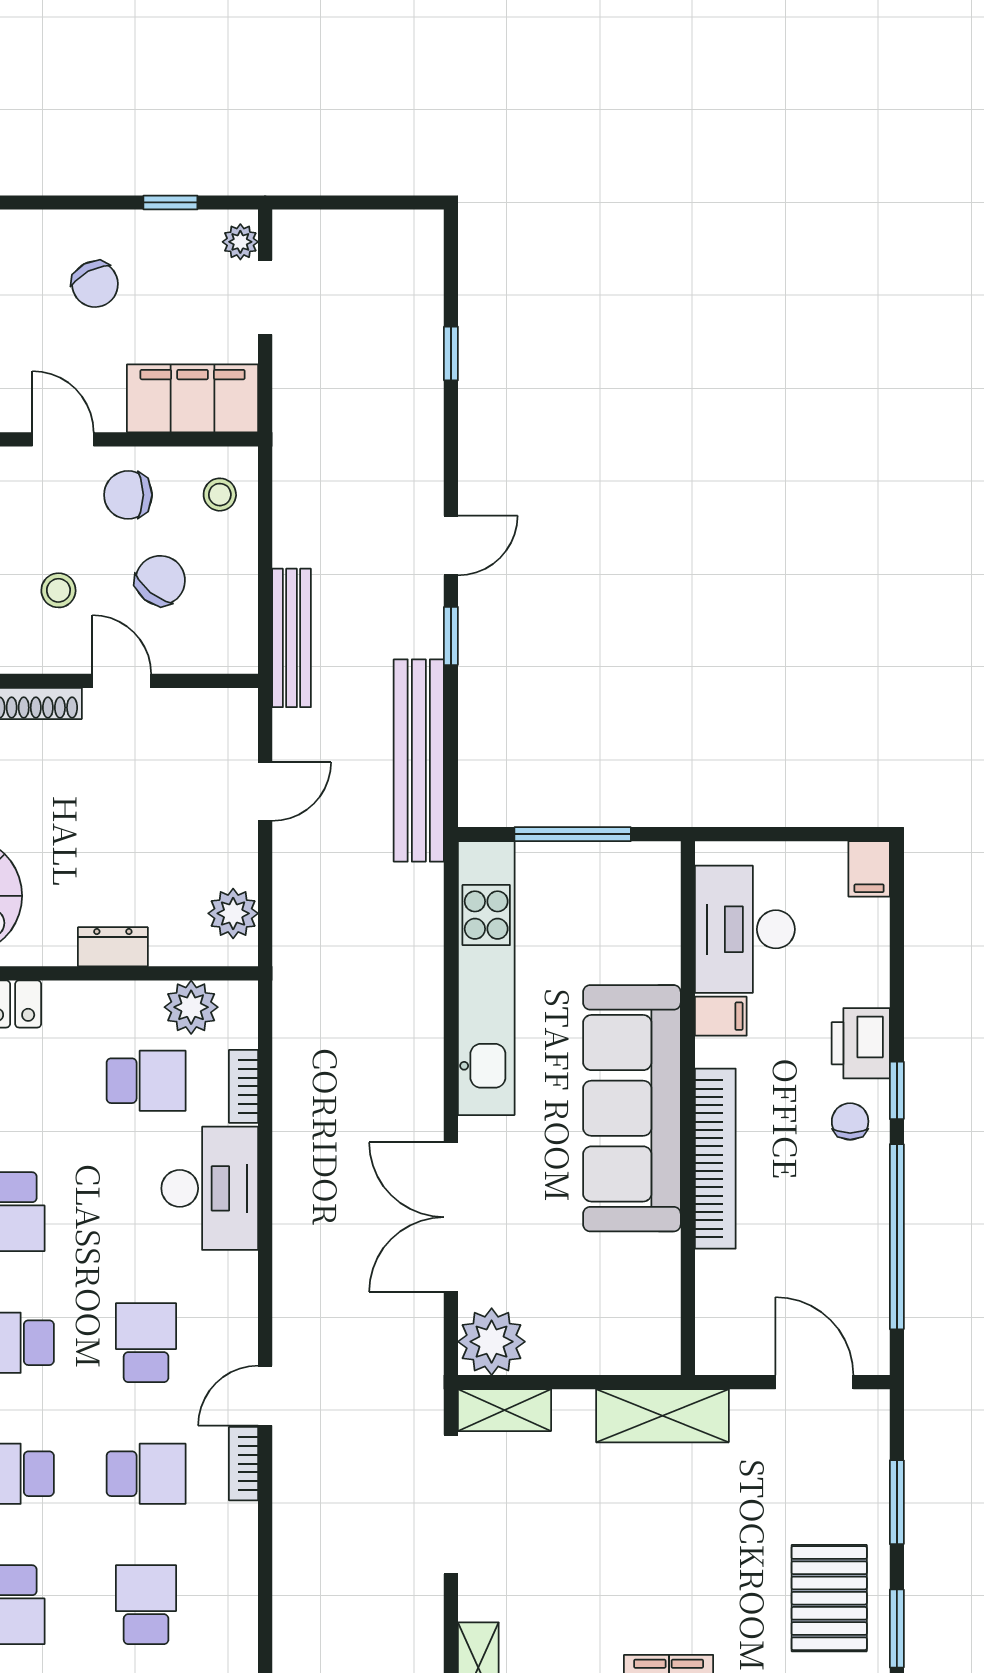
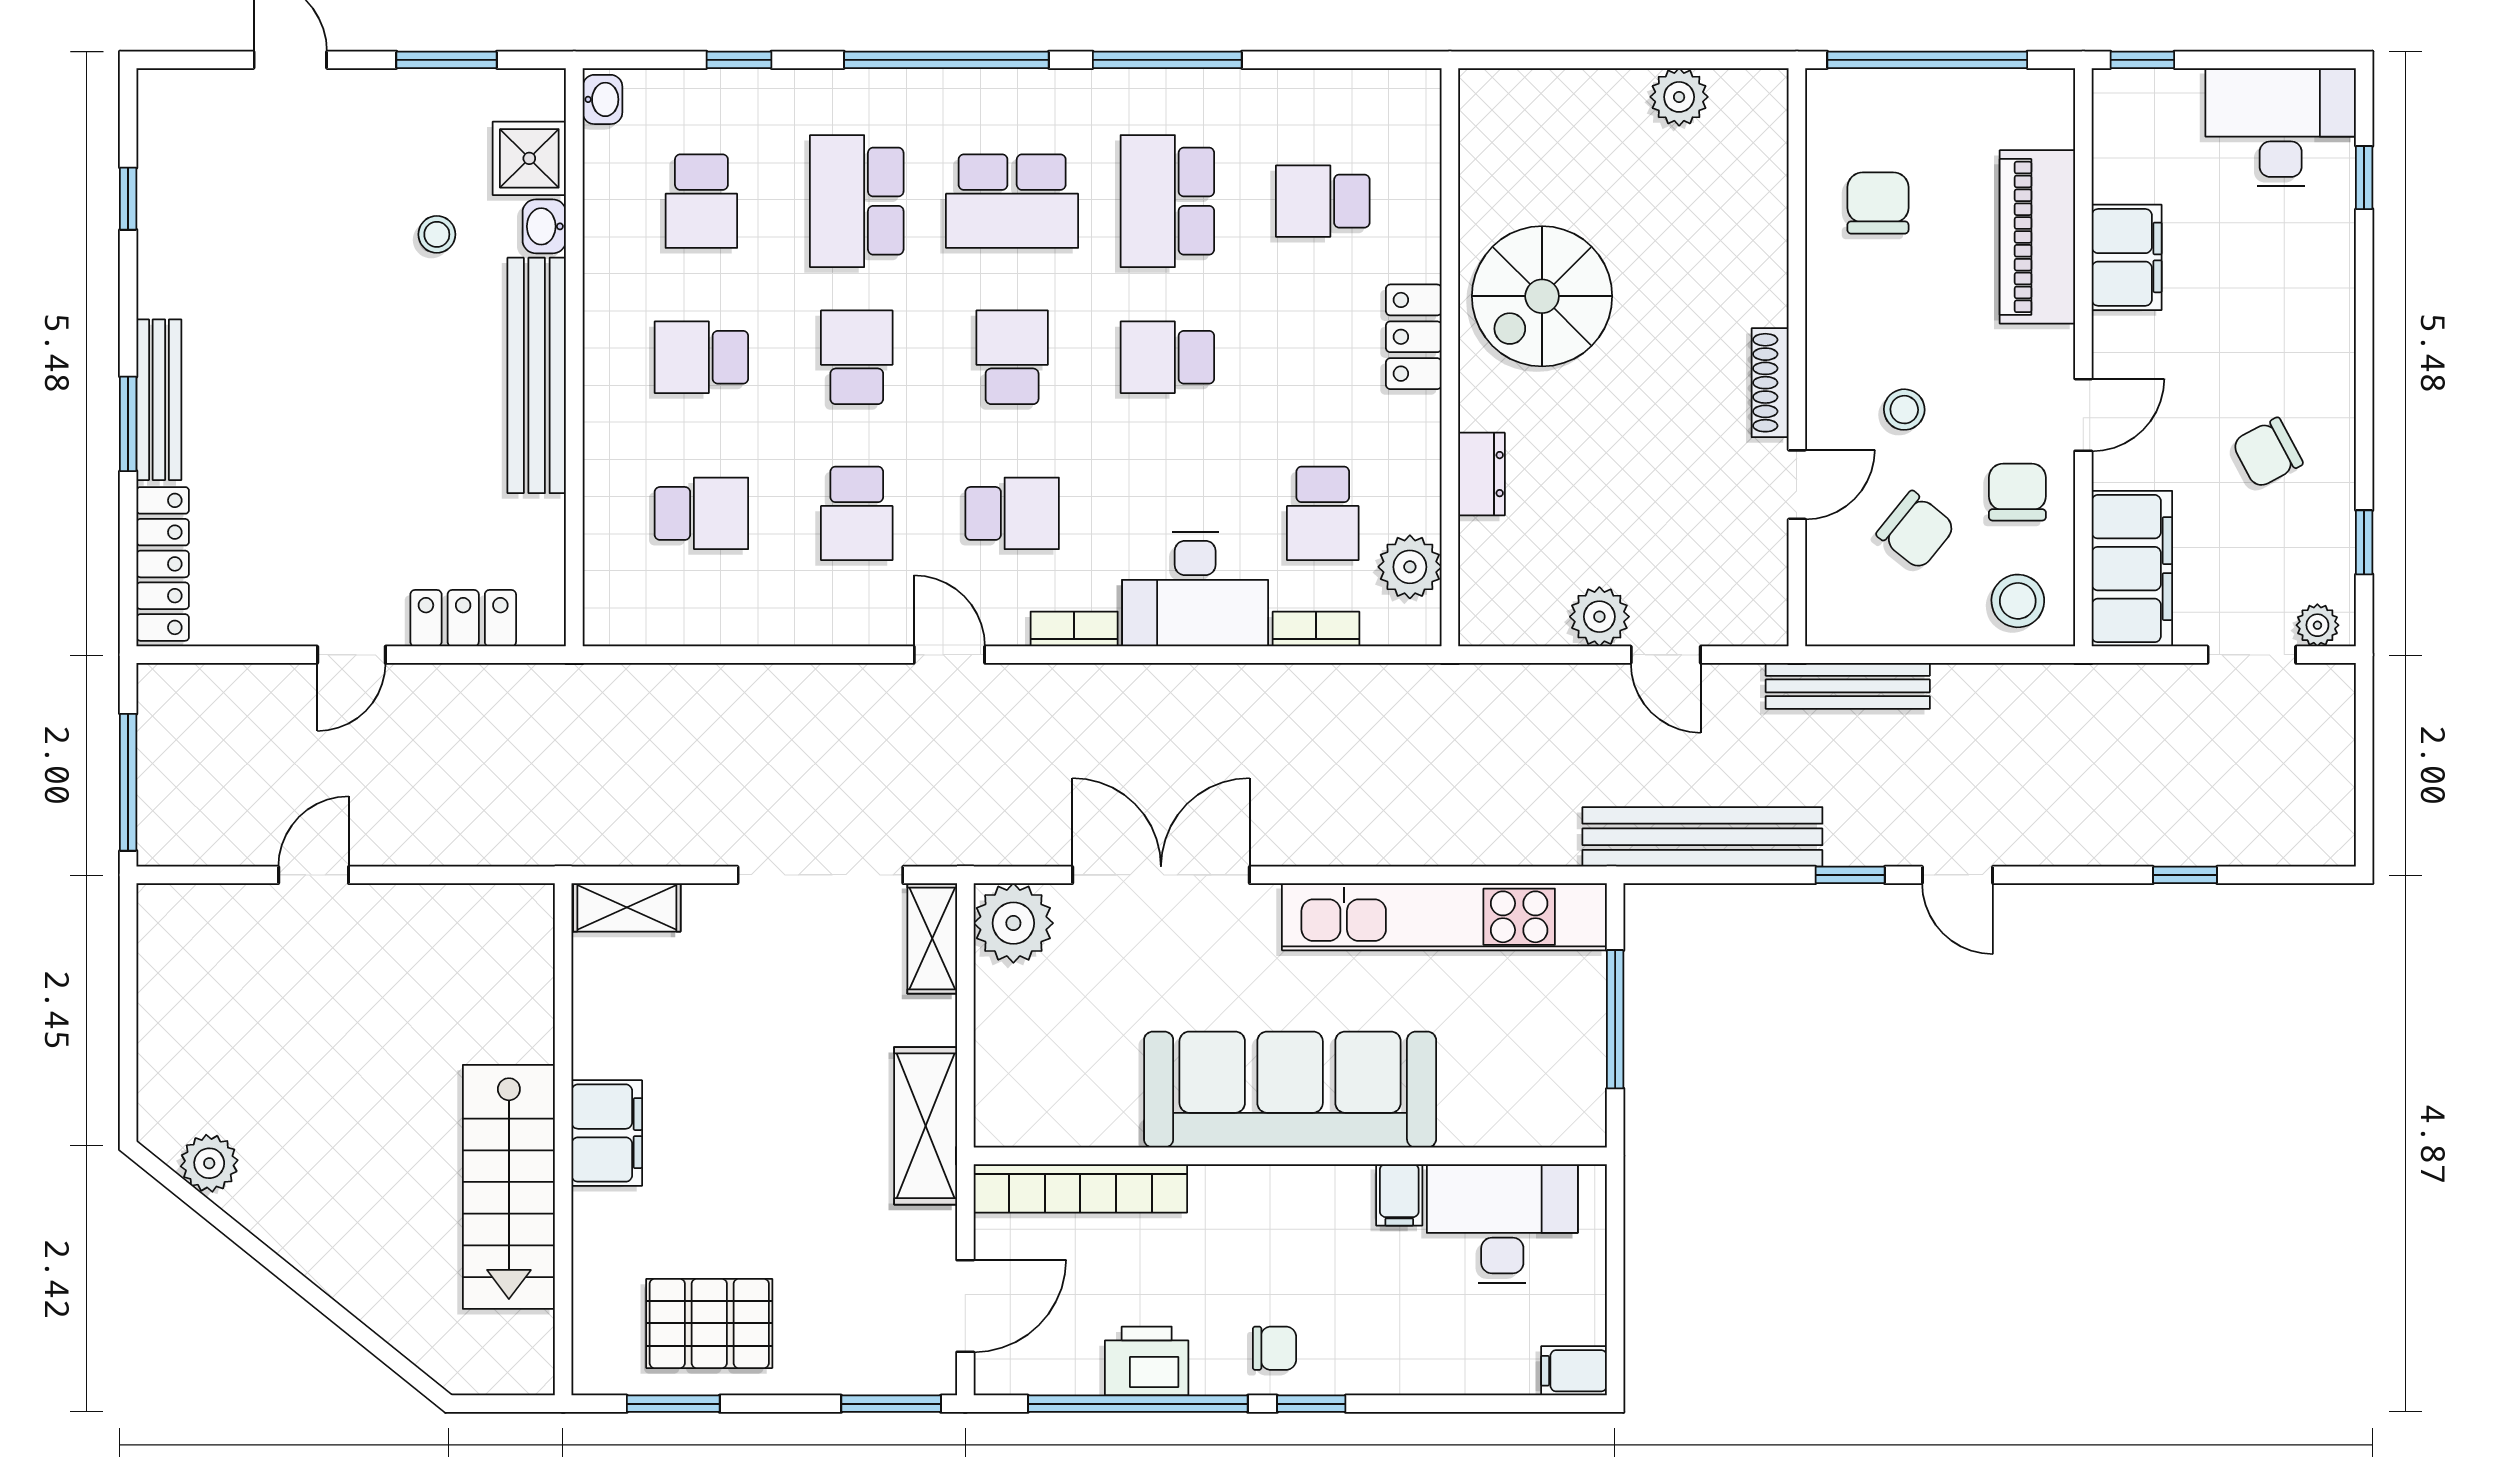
stool: (220, 495) -> (2018, 601), width x1.37, depth x1.37
plant: (233, 913) -> (1599, 617), moved
printer: (861, 1043) -> (1147, 1361), moved
bookcase: (715, 1159) -> (1080, 1188), moved
bookcase: (244, 1464) -> (1074, 629), moved
window: (897, 1502) -> (891, 1404), moved

